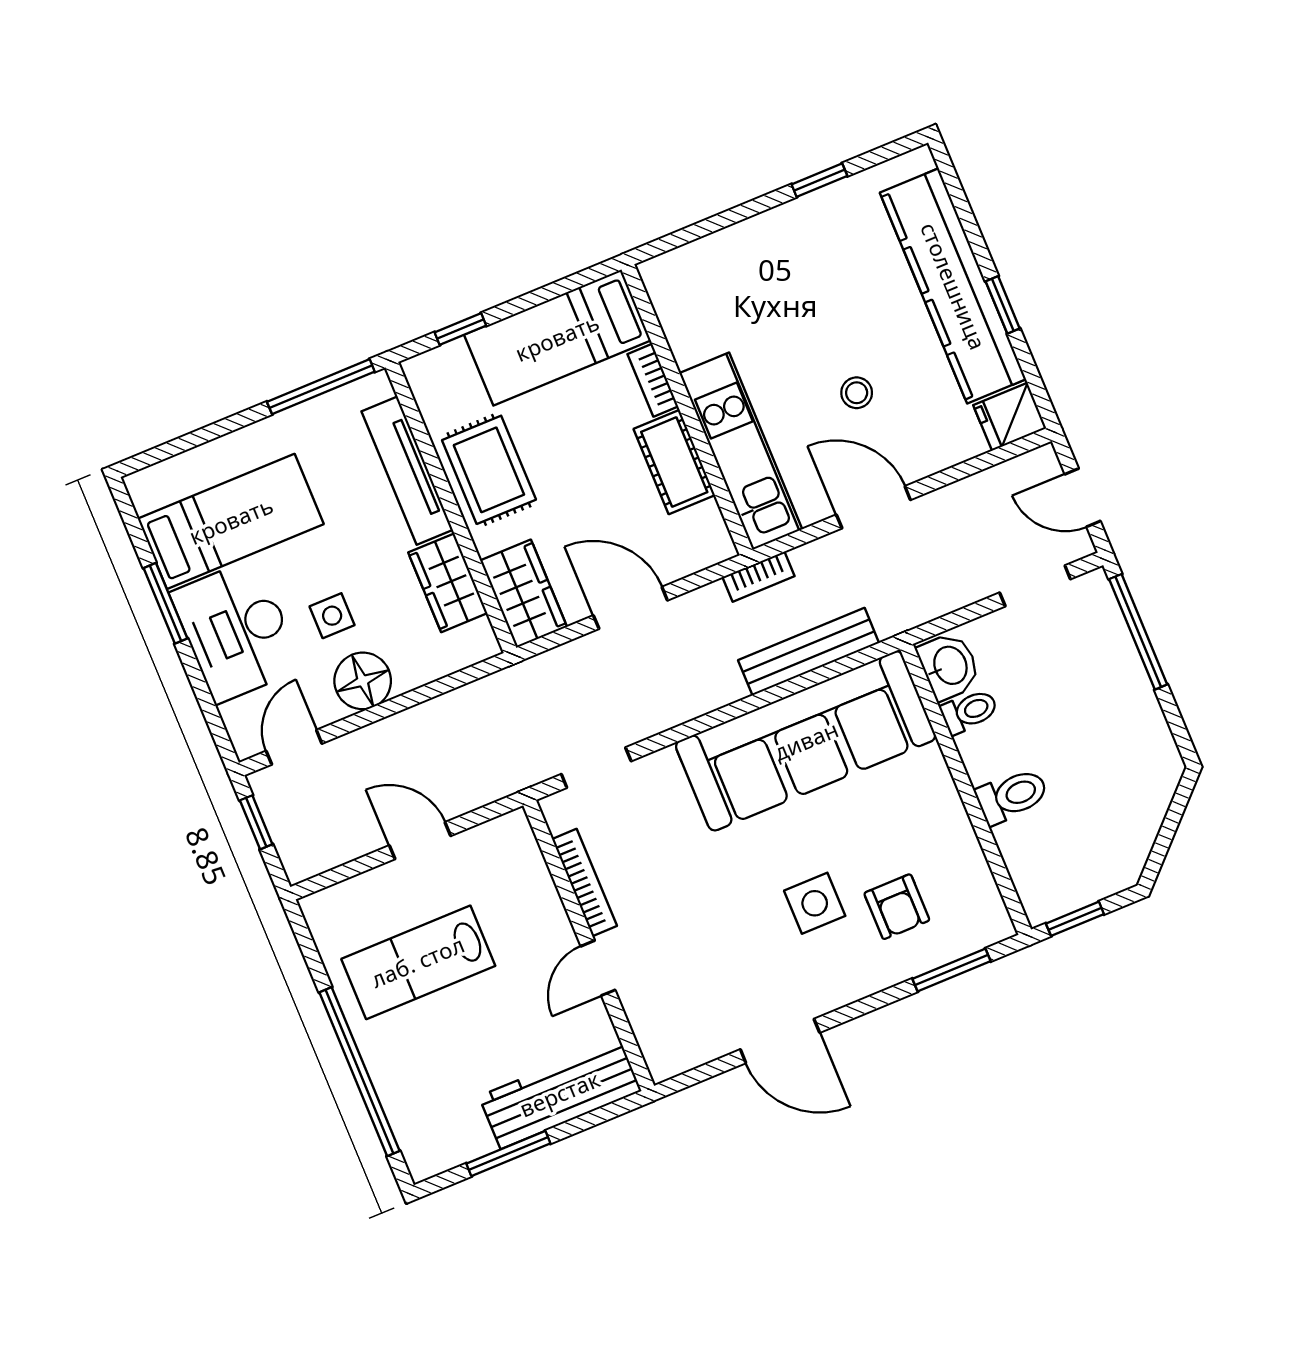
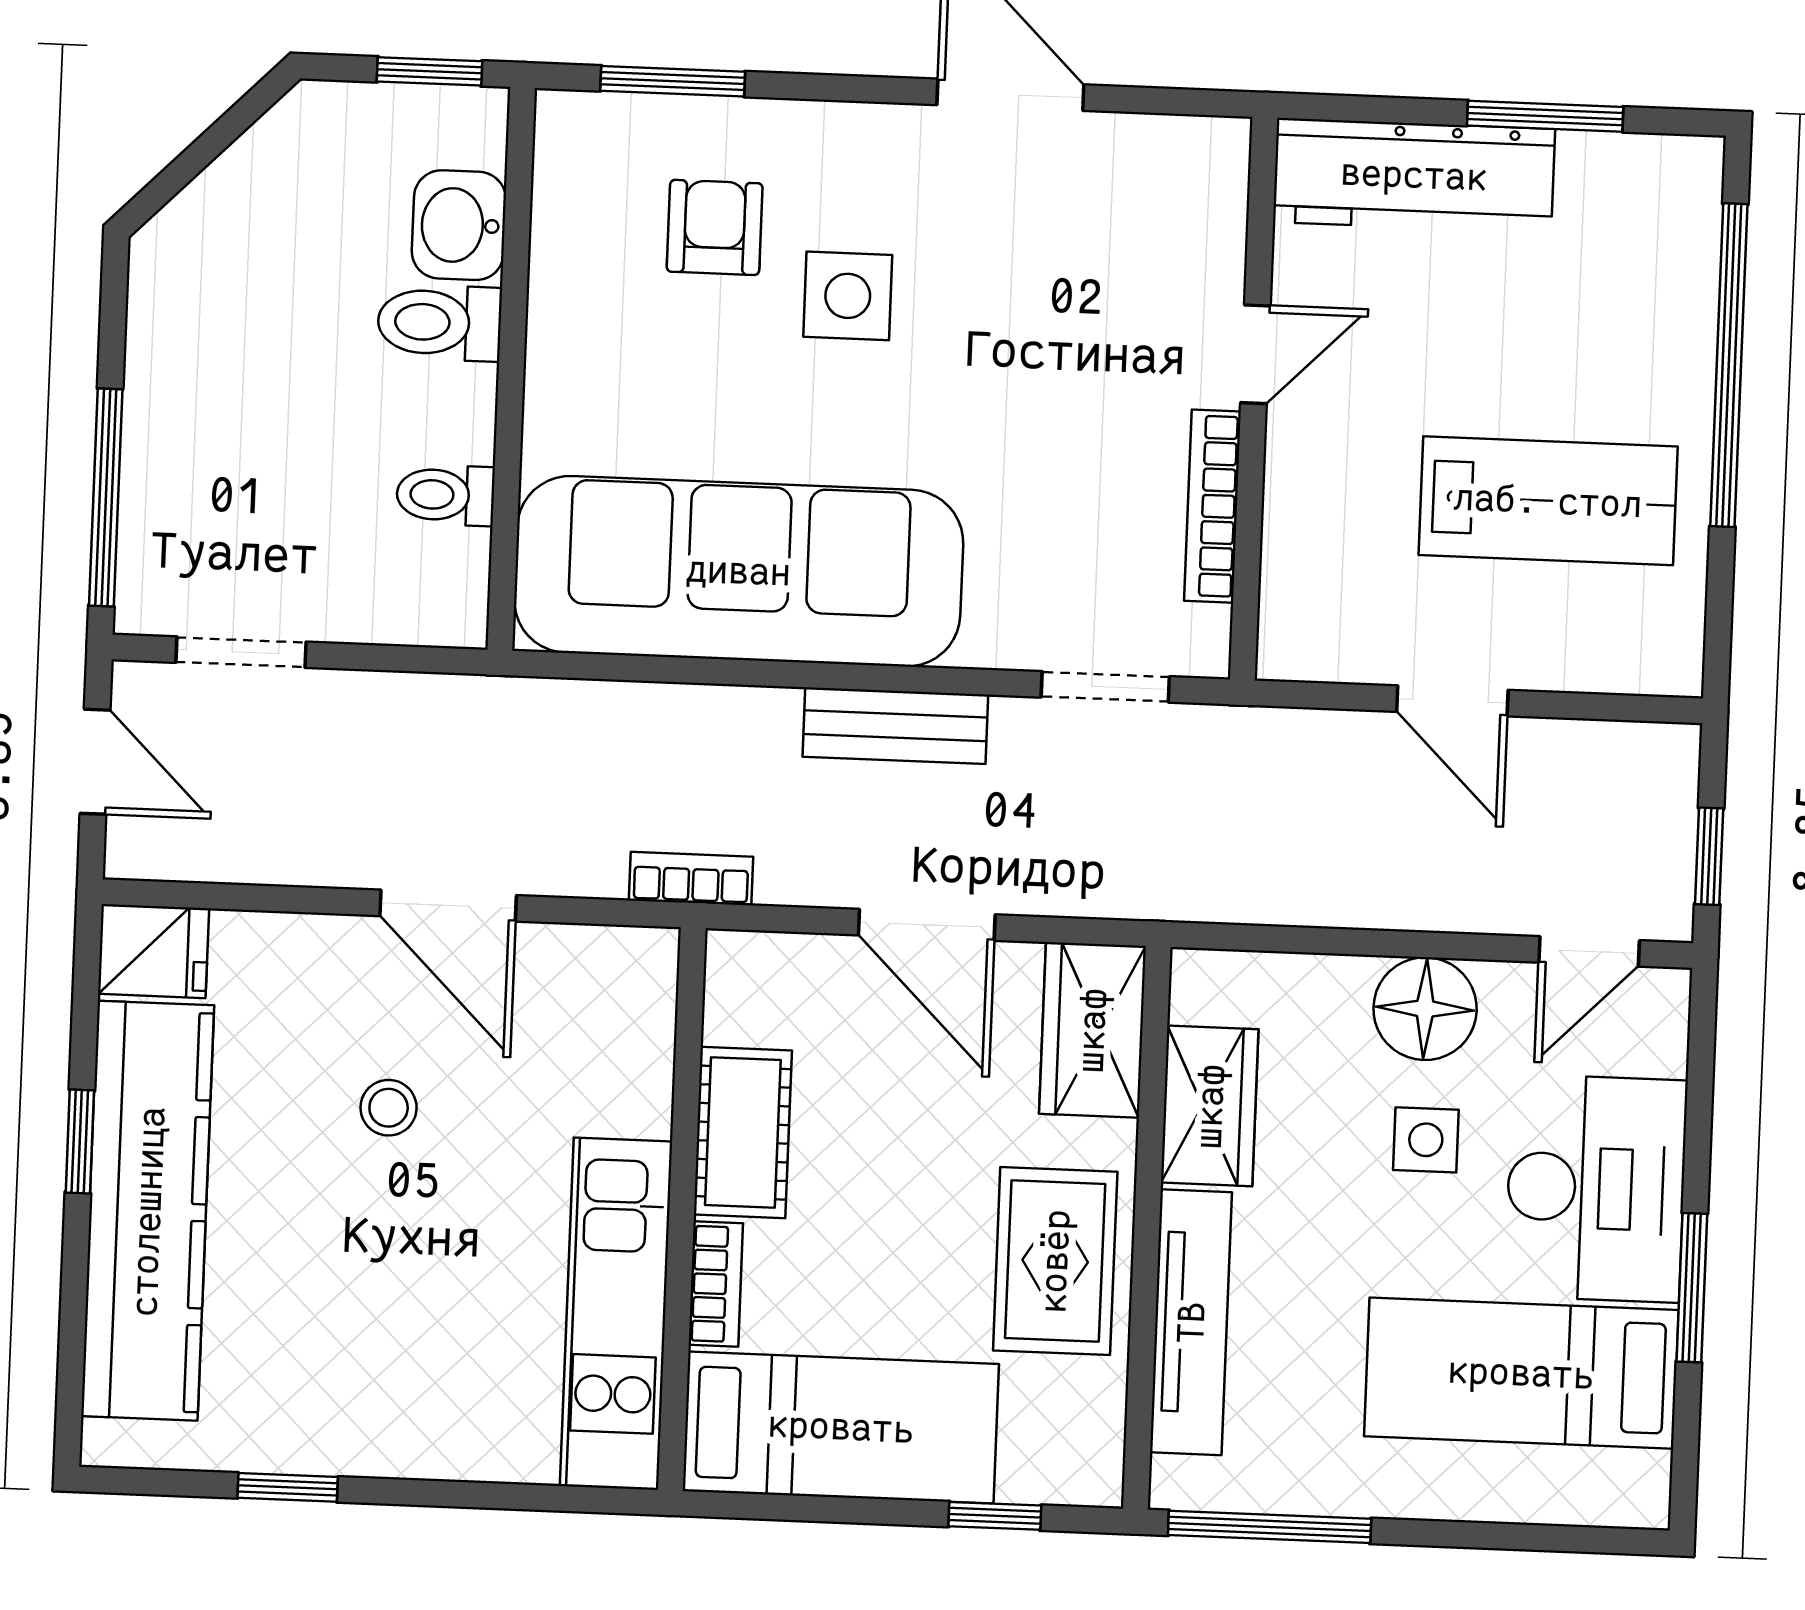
kitchen unit: (741, 451) -> (616, 1314), moved
bench: (809, 652) -> (895, 726), moved, width x0.73
washbasin: (949, 666) -> (459, 225), moved

